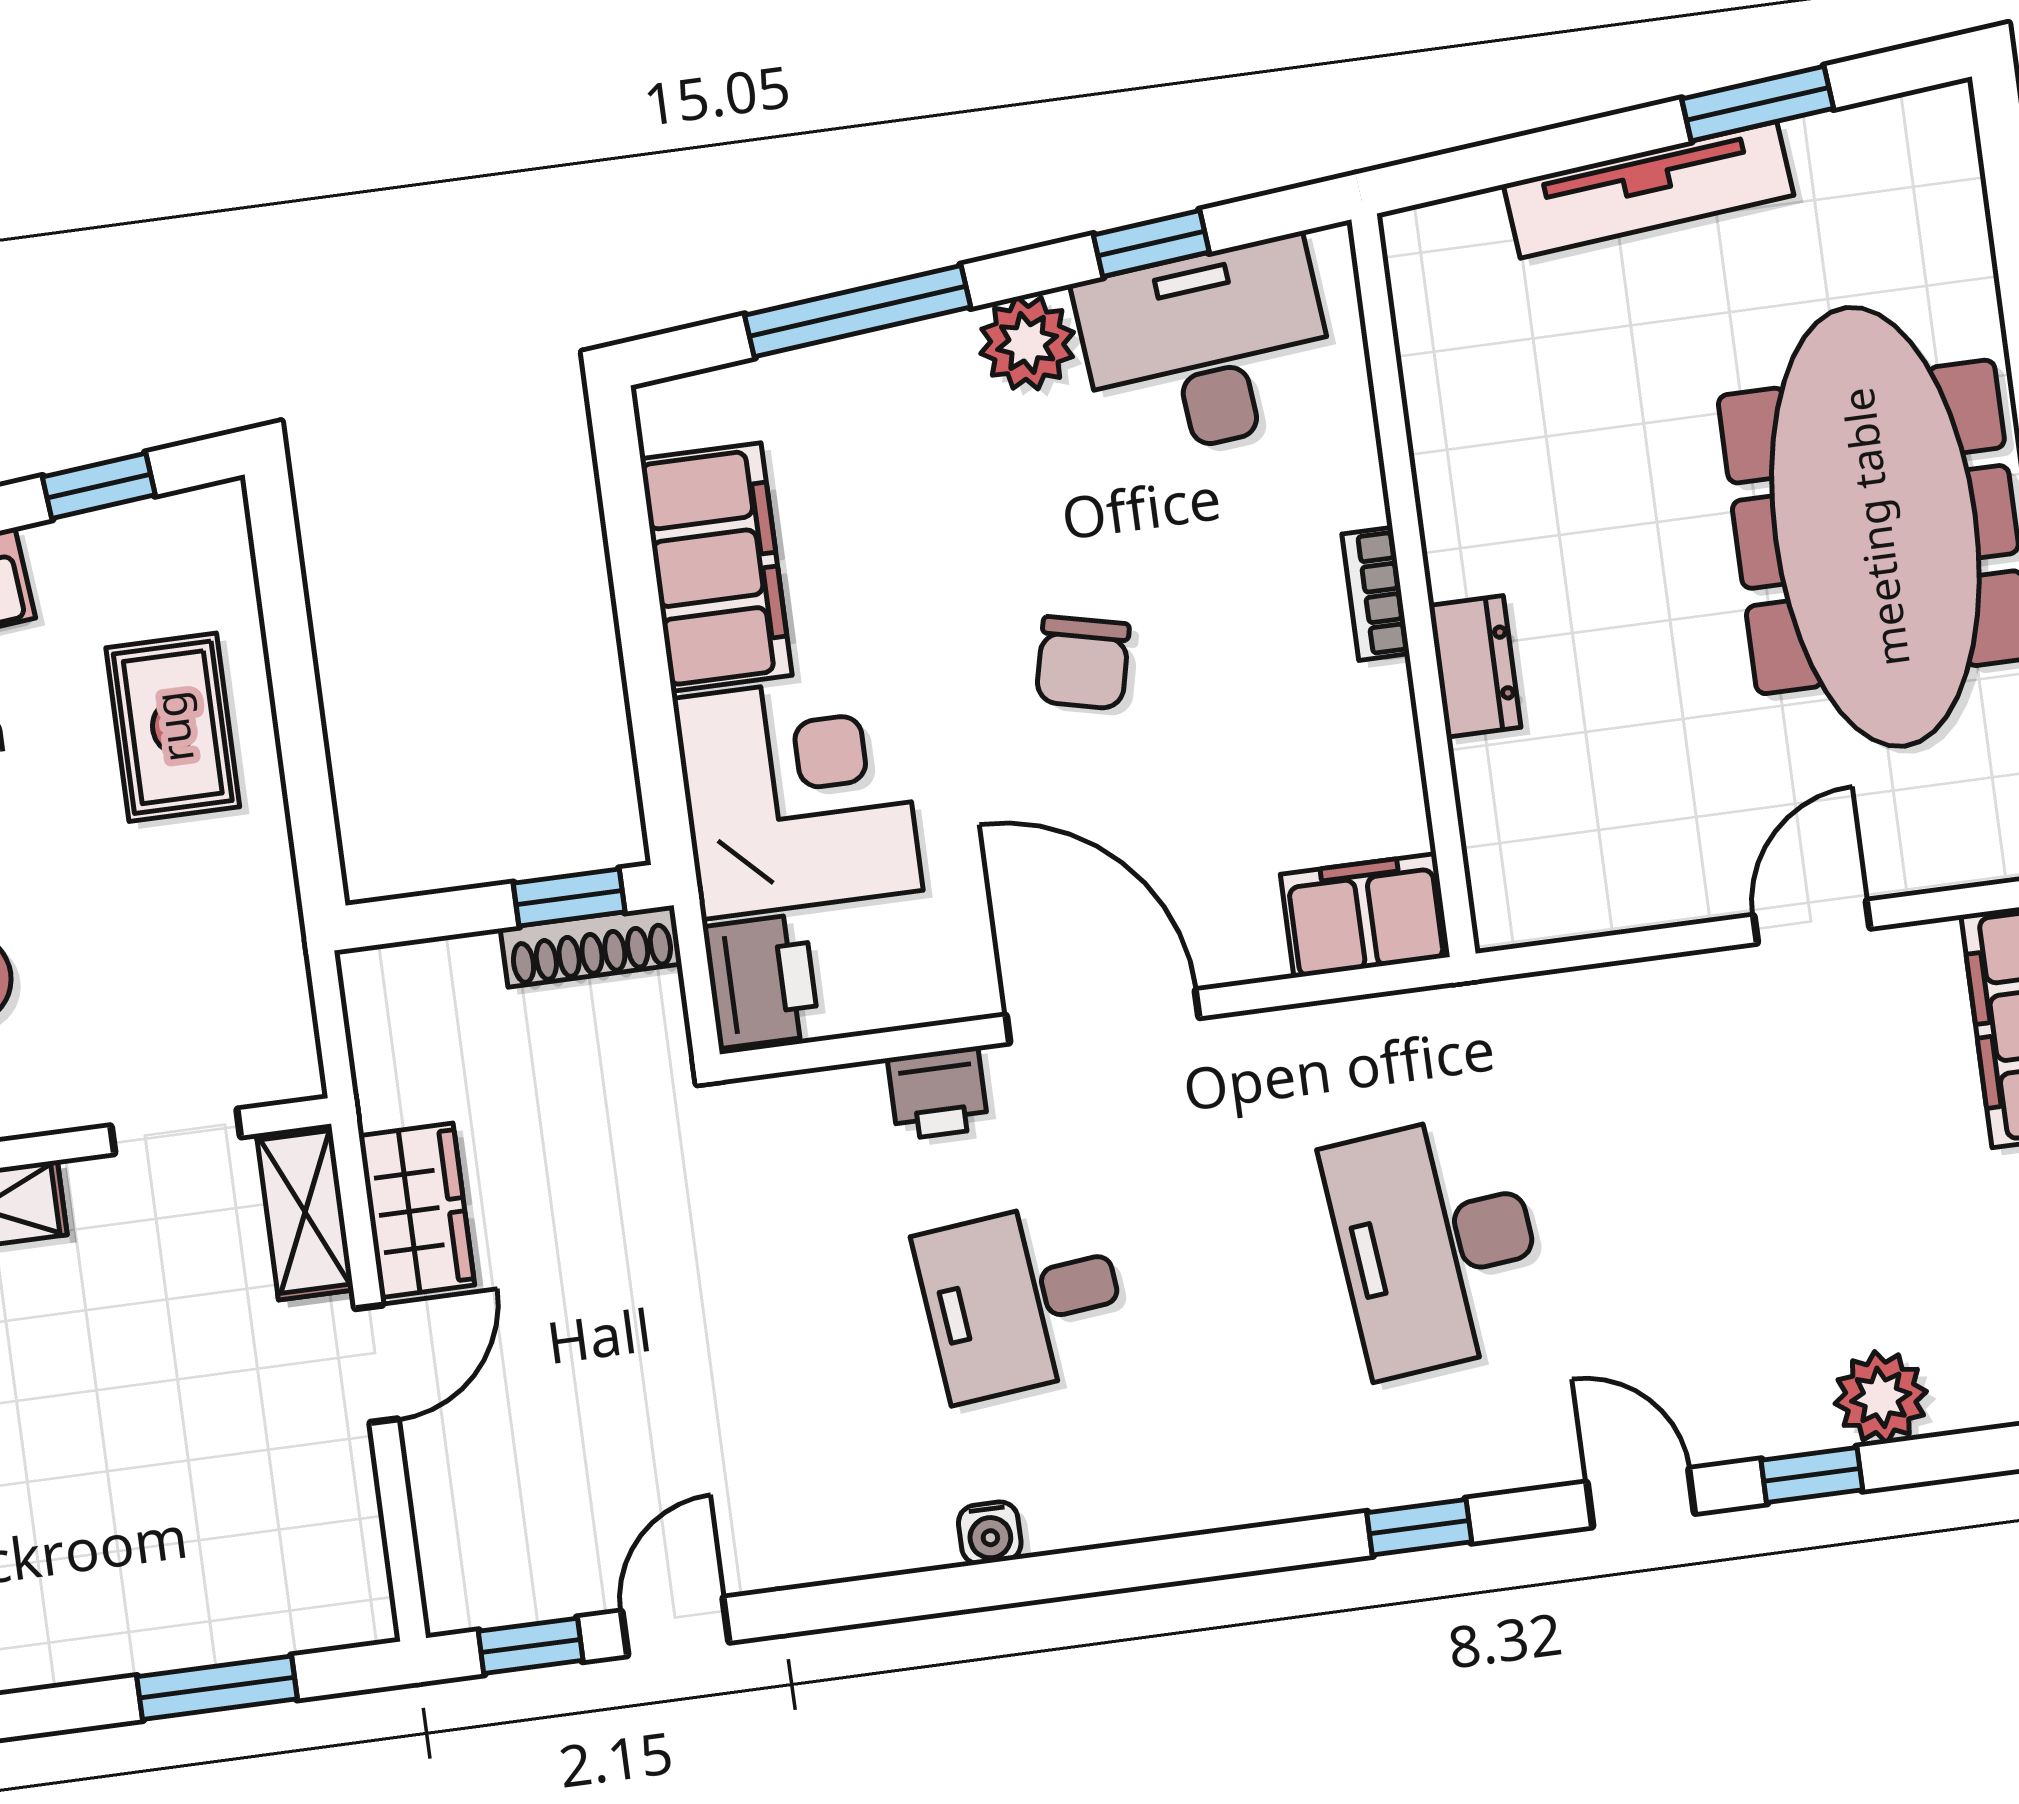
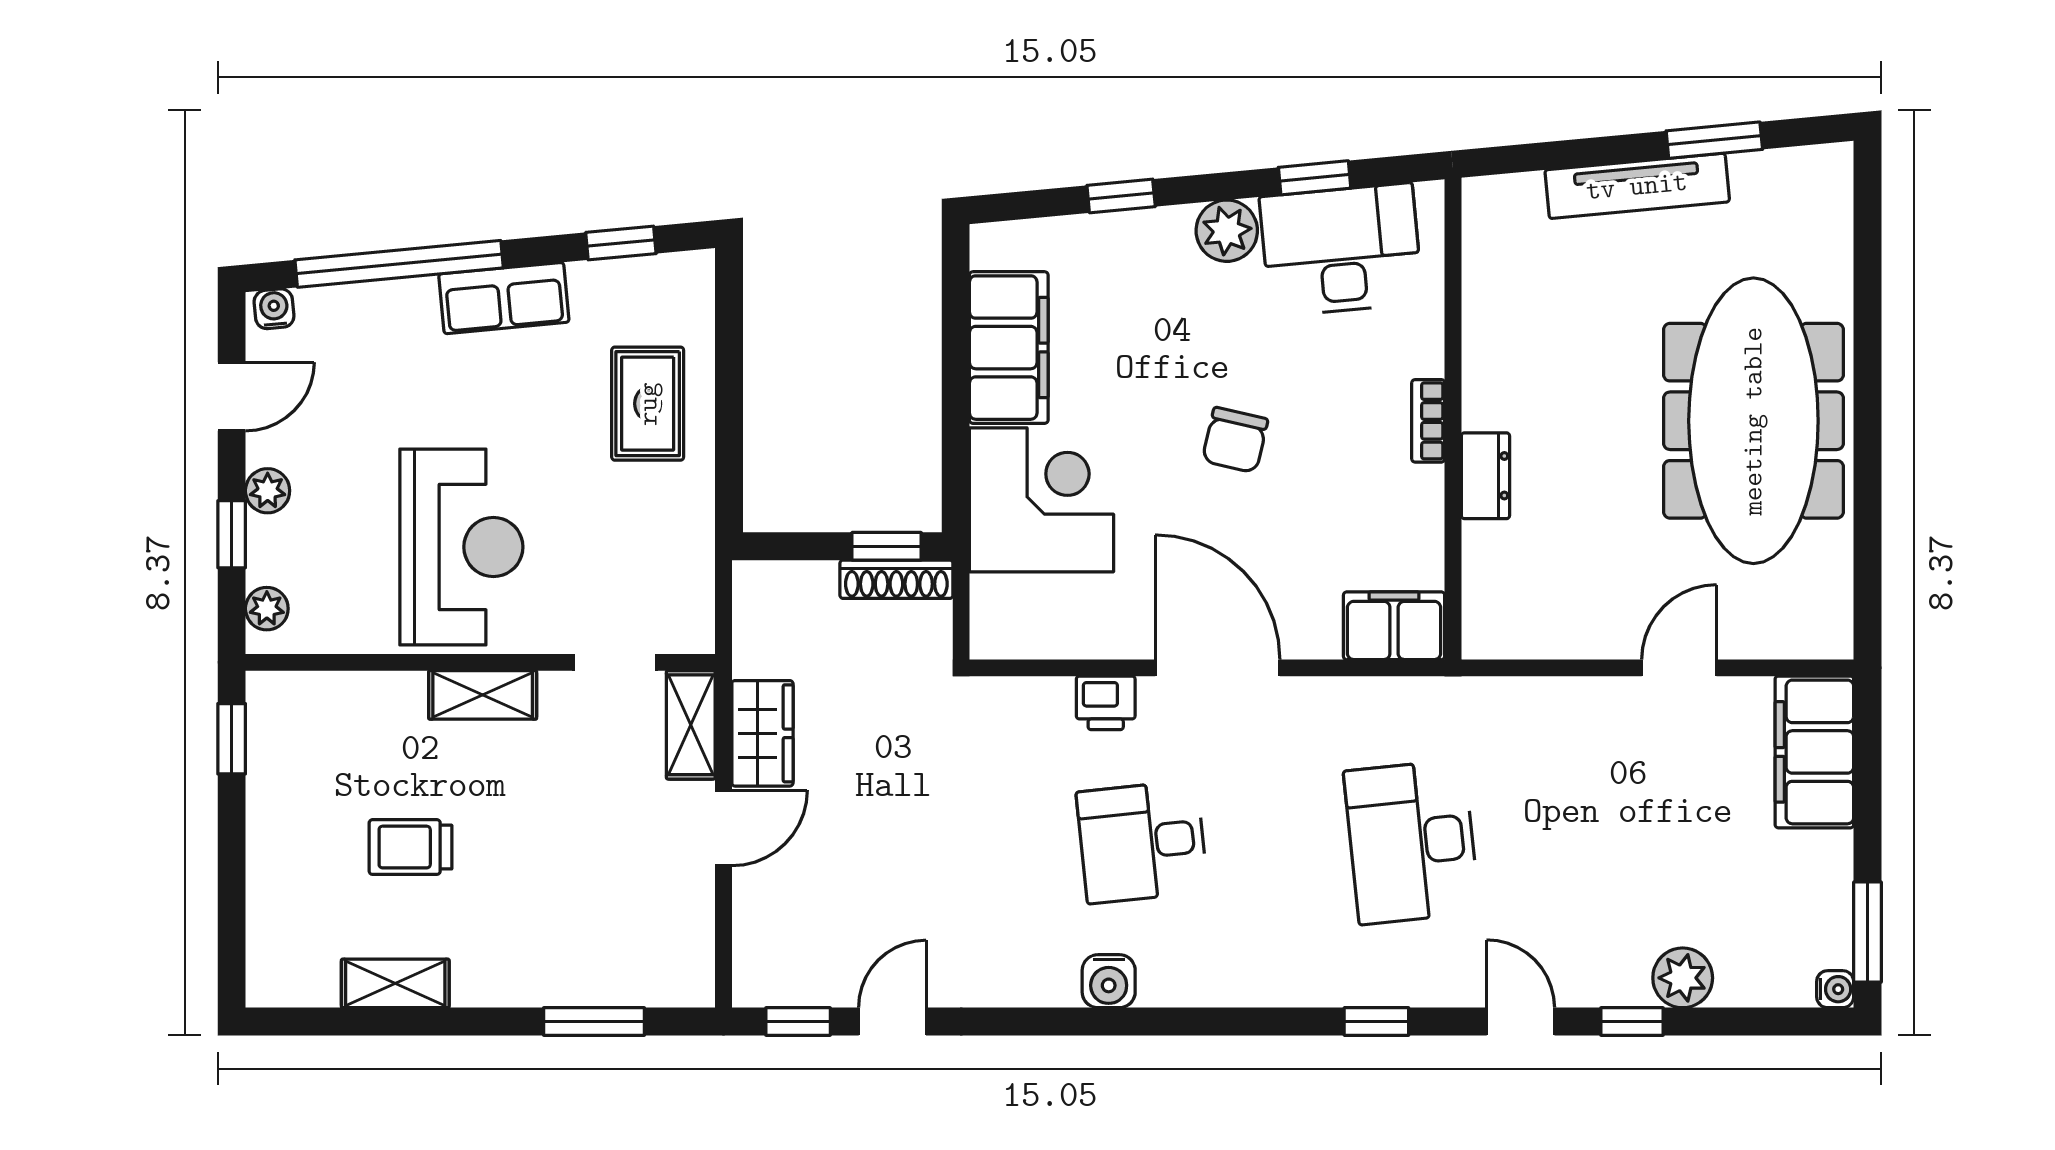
window: (858, 311) -> (1121, 196), width x0.46
printer: (761, 981) -> (1002, 616), removed
water cooler: (990, 1533) -> (1109, 981), width x1.38, depth x1.38

